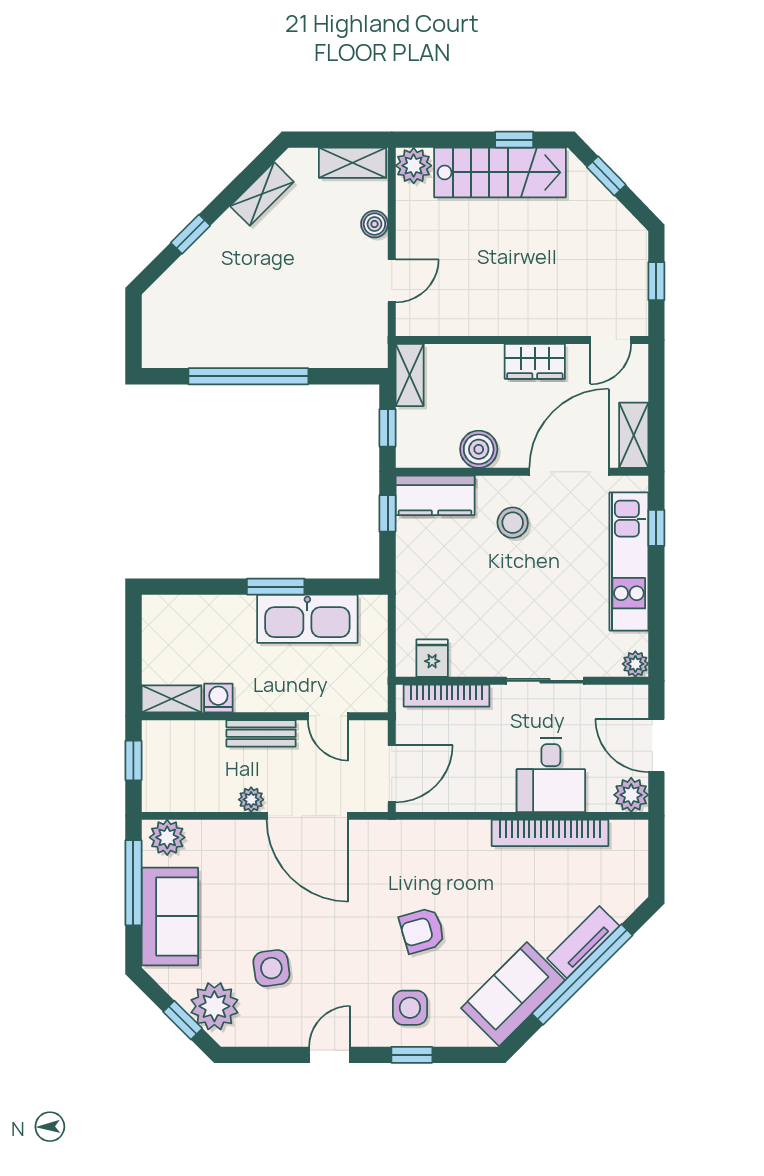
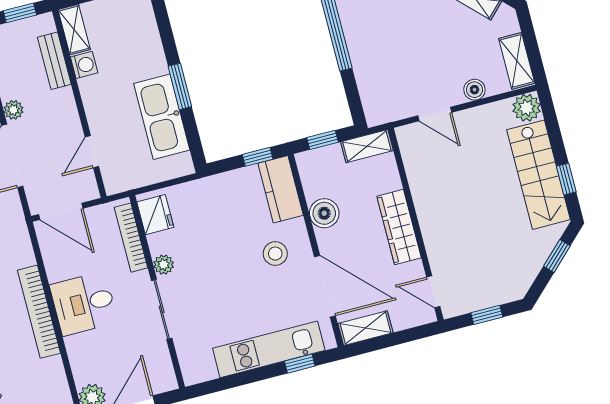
wardrobe: (535, 361) -> (399, 227), width x1.50
fridge: (432, 658) -> (155, 215), width x1.38
plant: (635, 664) -> (164, 265), moved
bench: (261, 733) -> (54, 61), moved
desk: (551, 775) -> (84, 304), moved
bookcase: (550, 833) -> (39, 312), moved

